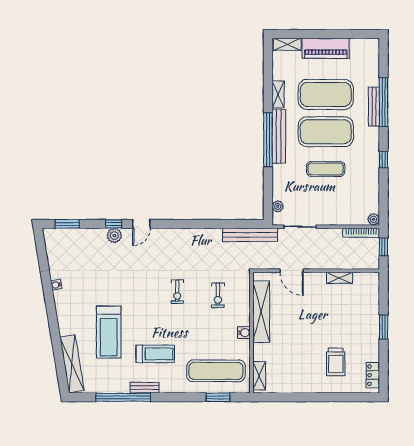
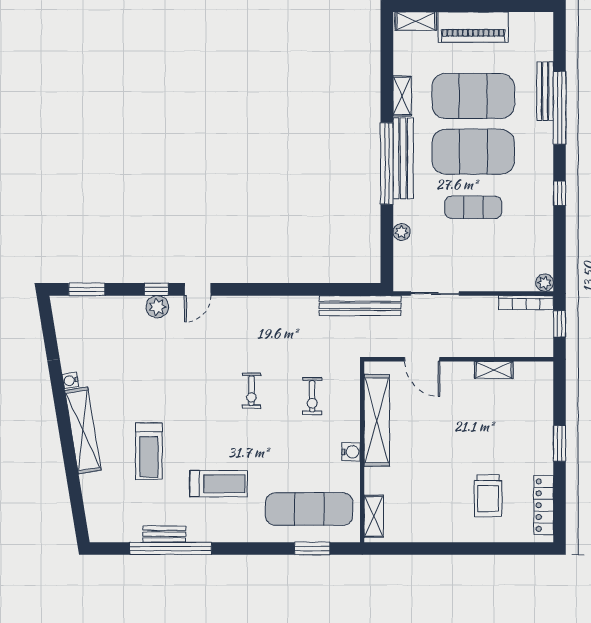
bench: (374, 107) -> (545, 91), moved
plant: (278, 206) -> (402, 232), moved
treadmill: (109, 332) -> (149, 451), width x0.73, depth x0.73
shelving: (72, 364) -> (83, 430), moved
locker: (373, 375) -> (544, 505), width x1.53
bench: (145, 388) -> (164, 534), moved

